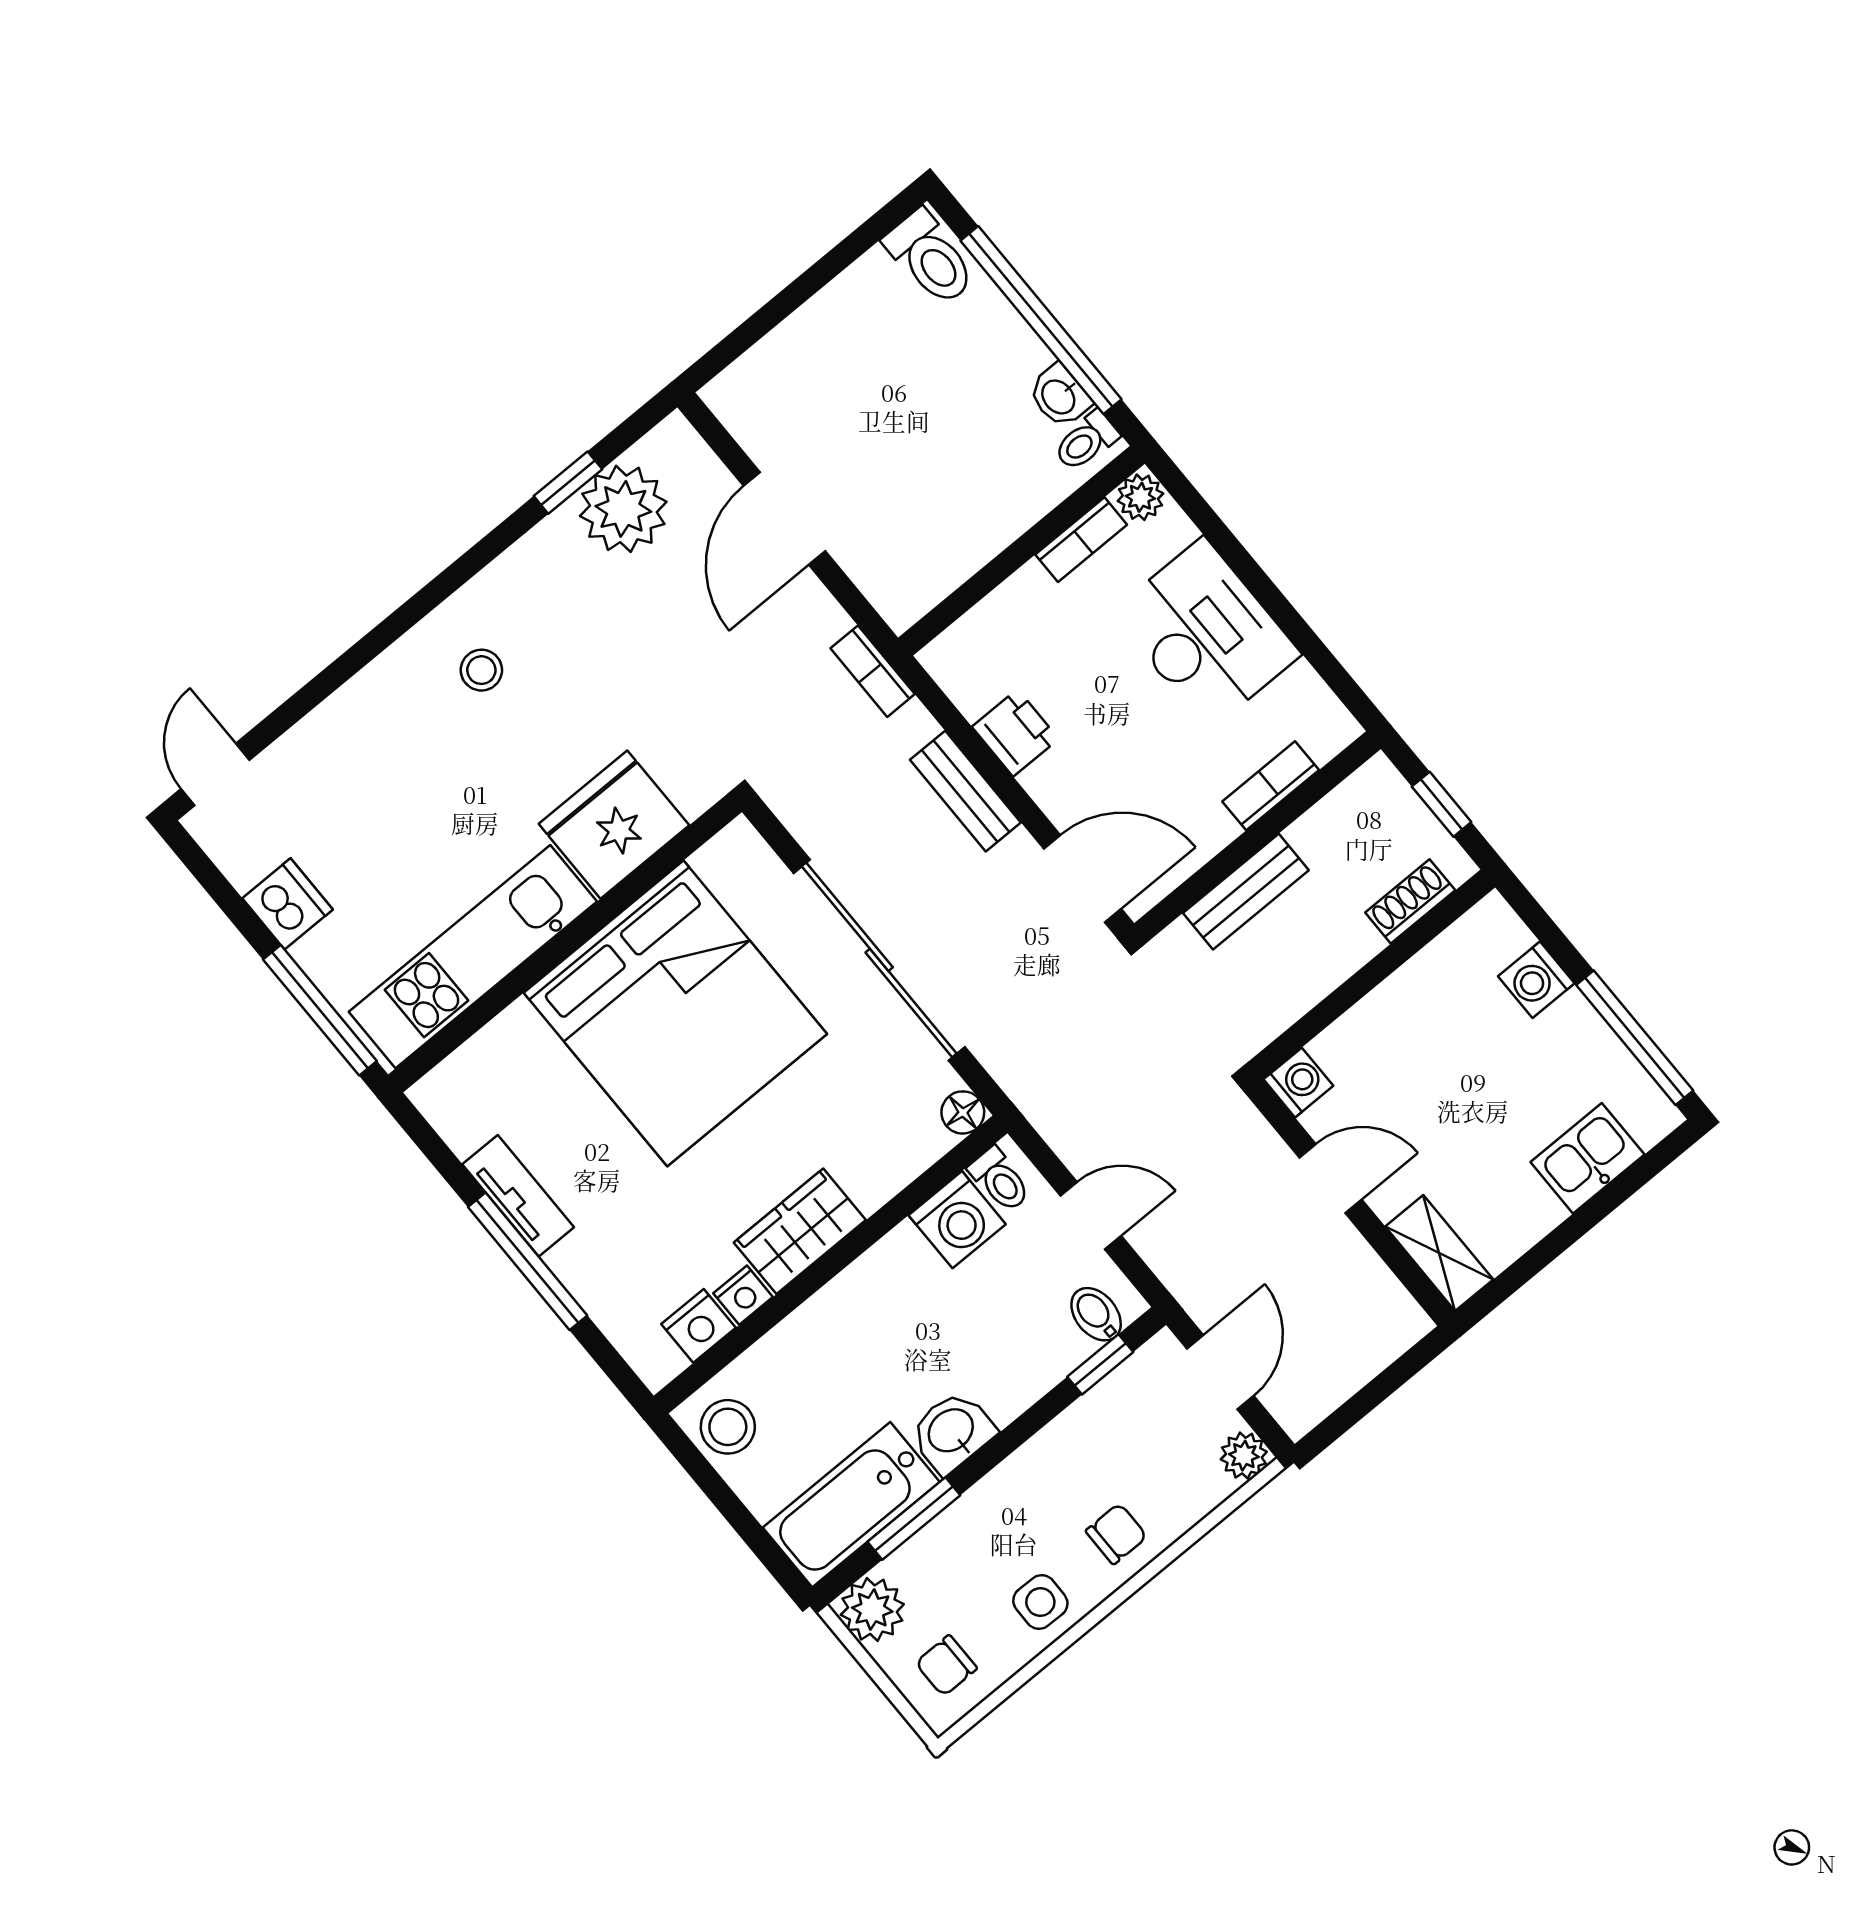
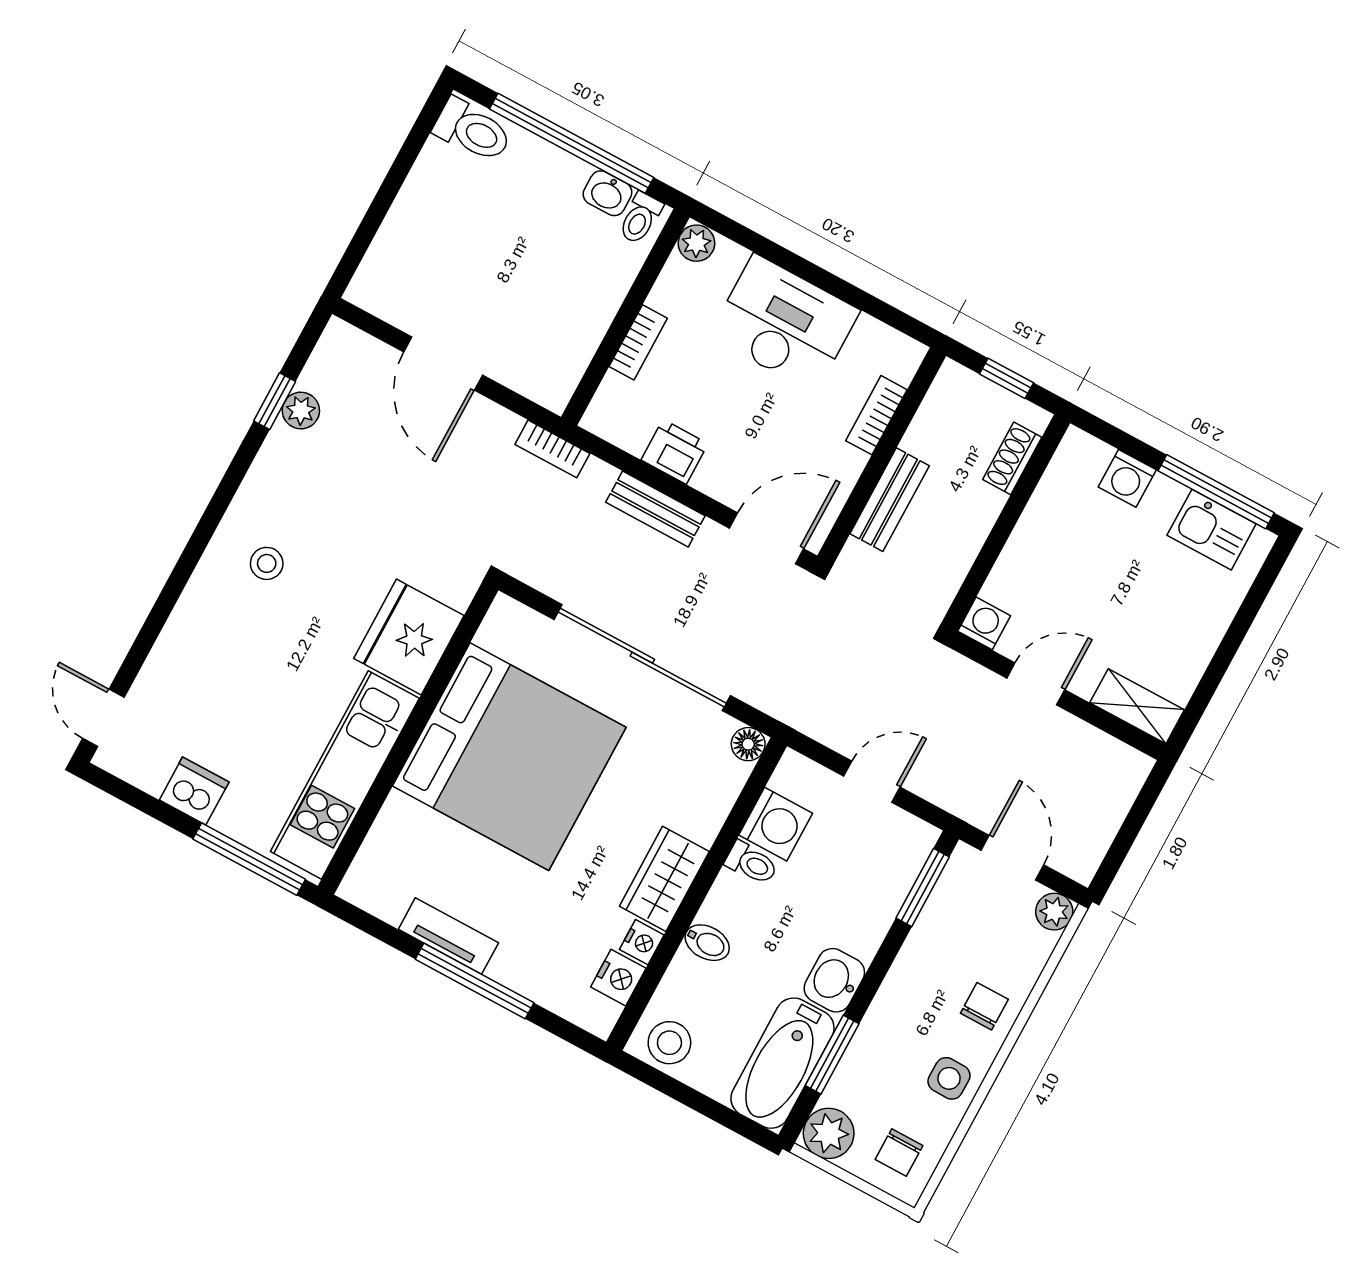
plant: (623, 509) -> (301, 411), width x0.53, depth x0.53
bookcase: (1081, 540) -> (638, 342), moved
kitchen sink: (1587, 1158) -> (1212, 530), moved, turned -90
toilet: (1000, 1180) -> (751, 863), moved
bidet: (1096, 1314) -> (707, 943), moved, turned 180
window: (1100, 1364) -> (923, 887), width x1.50

